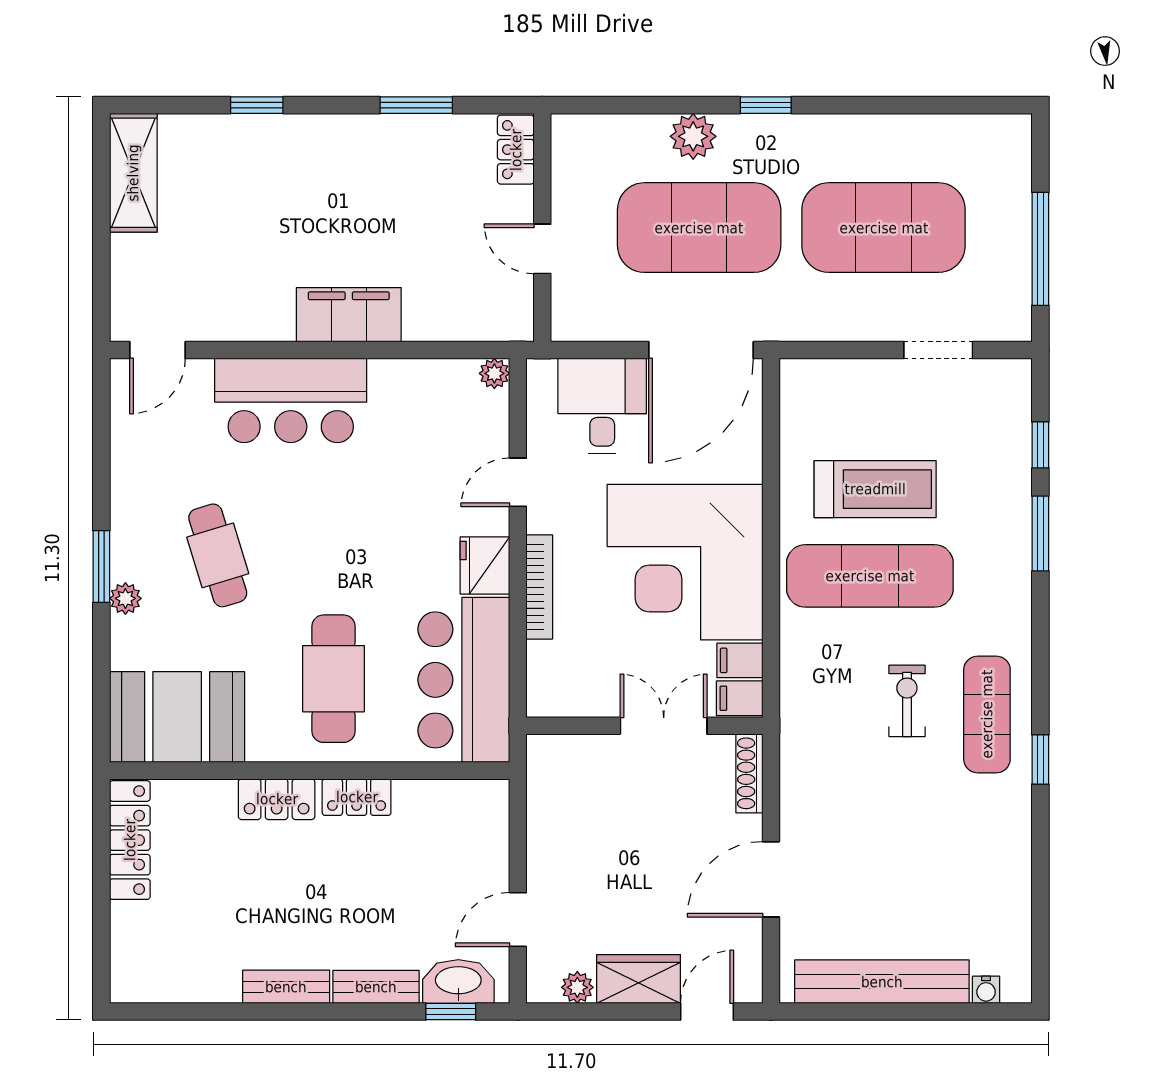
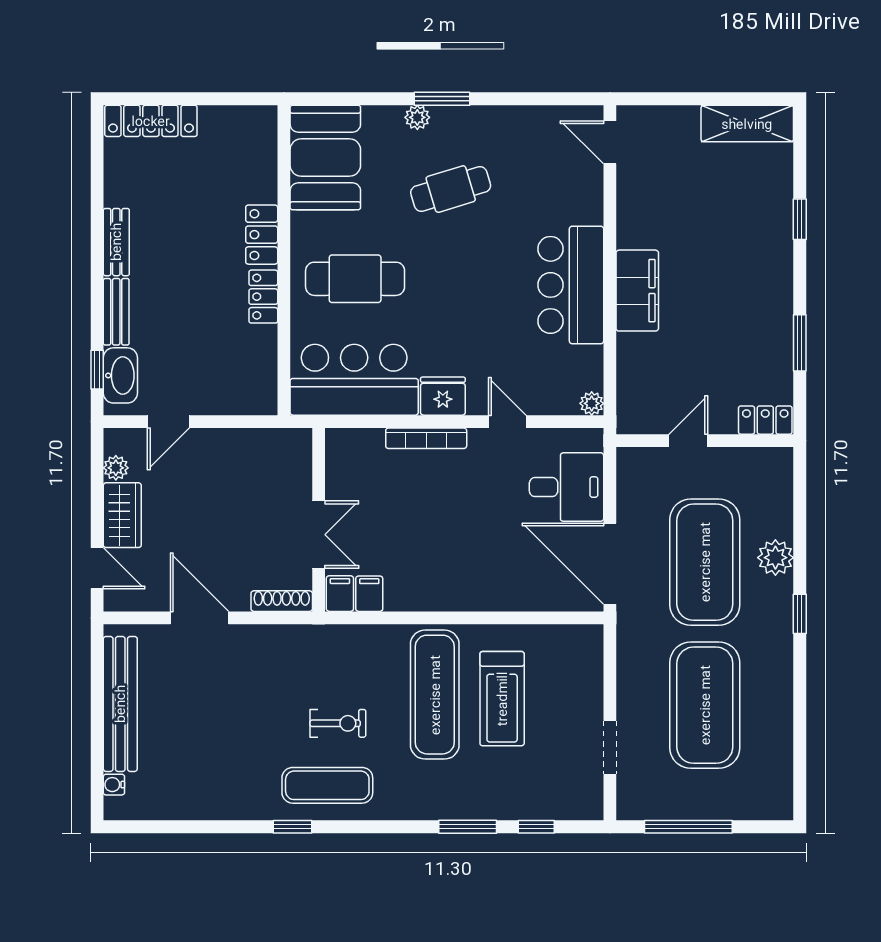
bar counter: (291, 400) -> (571, 285), moved
corner desk: (685, 562) -> (445, 551), removed
locker: (130, 840) -> (151, 121), moved
door: (518, 920) -> (168, 422), swing flipped

